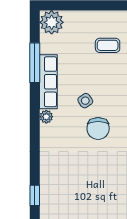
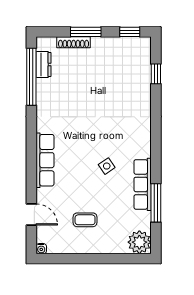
plant: (46, 117) -> (145, 150), removed
chair: (98, 128) -> (94, 139), removed

